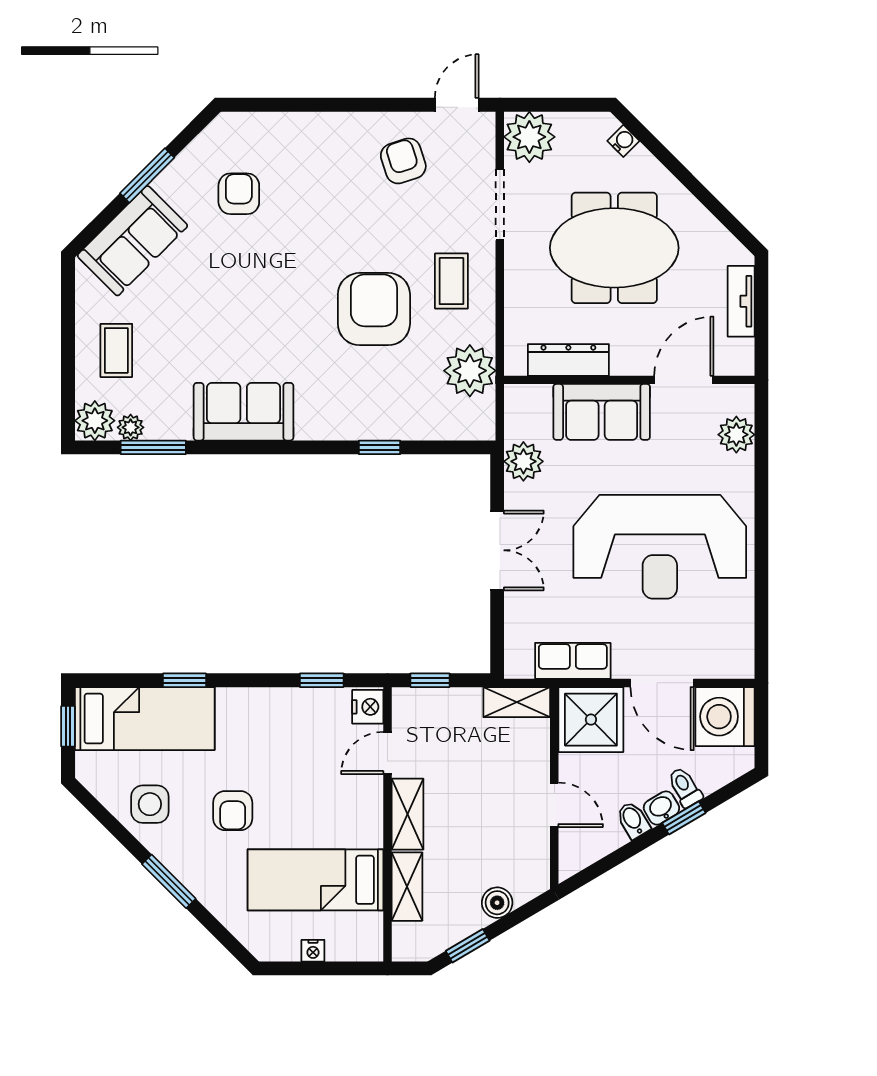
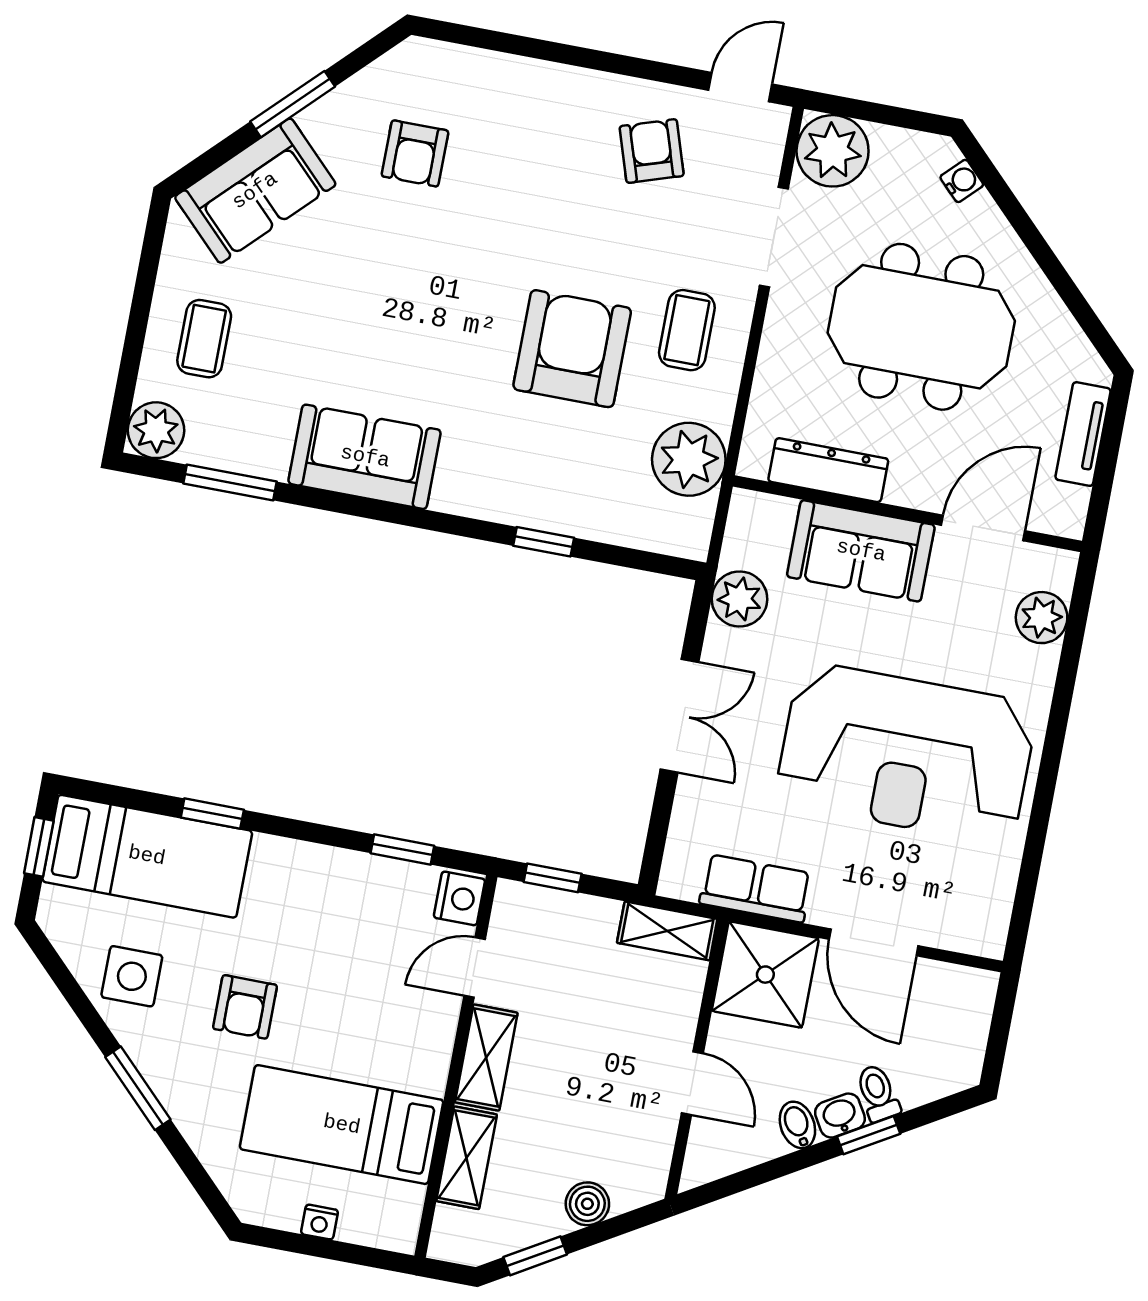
armchair: (239, 194) -> (415, 153), turned 180
plant: (131, 427) -> (204, 449), removed
washing machine: (725, 717) -> (952, 1006), removed

